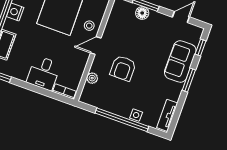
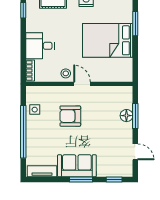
stool: (89, 26) -> (66, 73), moved
sofa: (180, 62) -> (77, 166), moved
plant: (92, 78) -> (51, 91), removed
side table: (136, 115) -> (35, 110), moved

